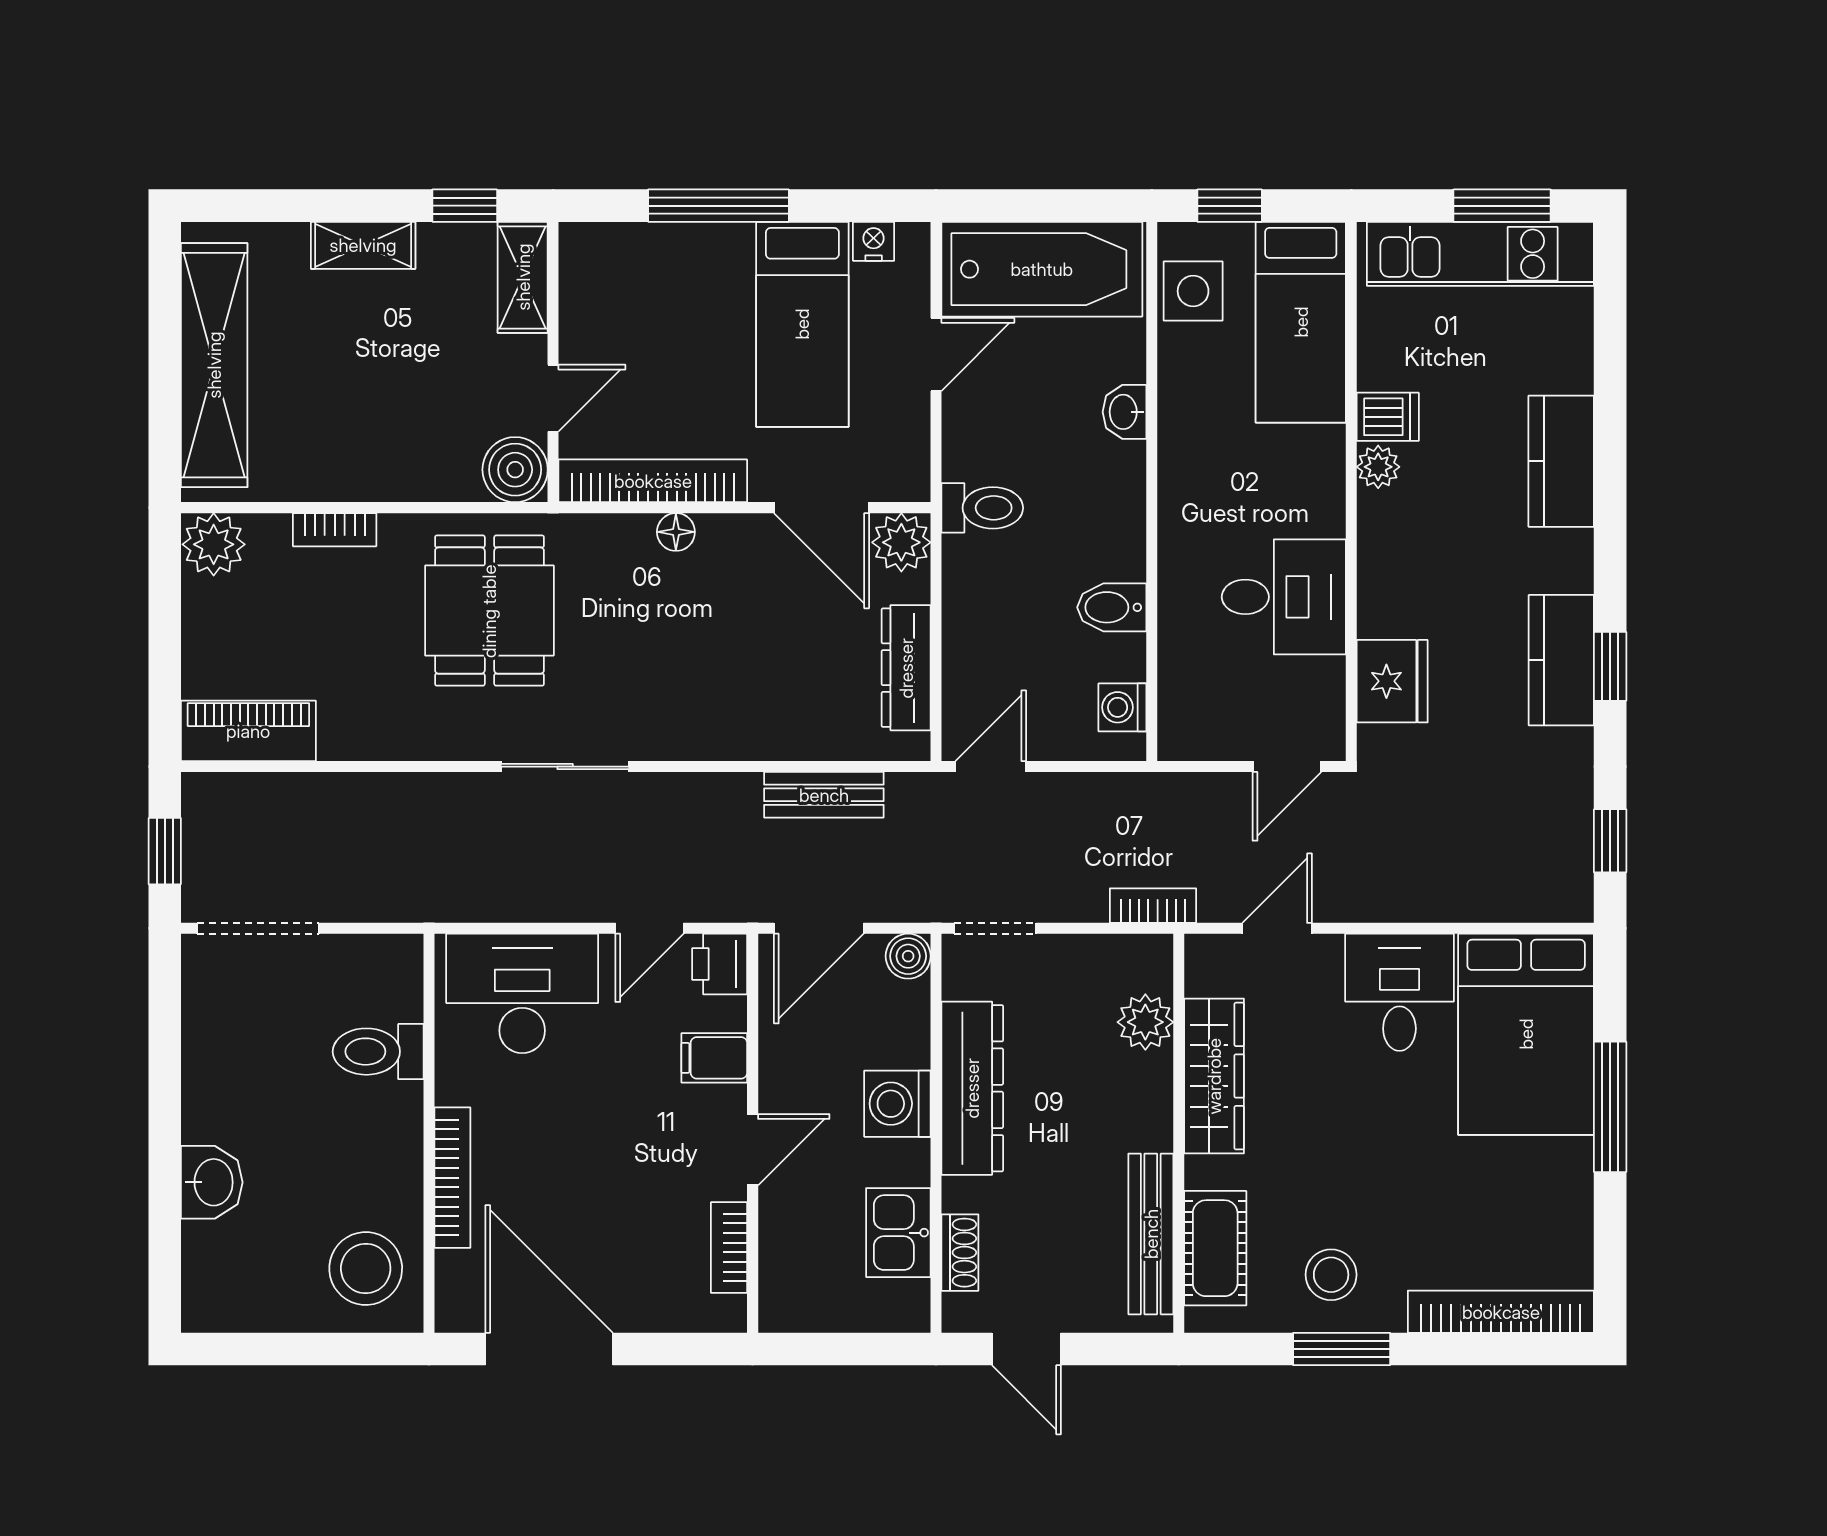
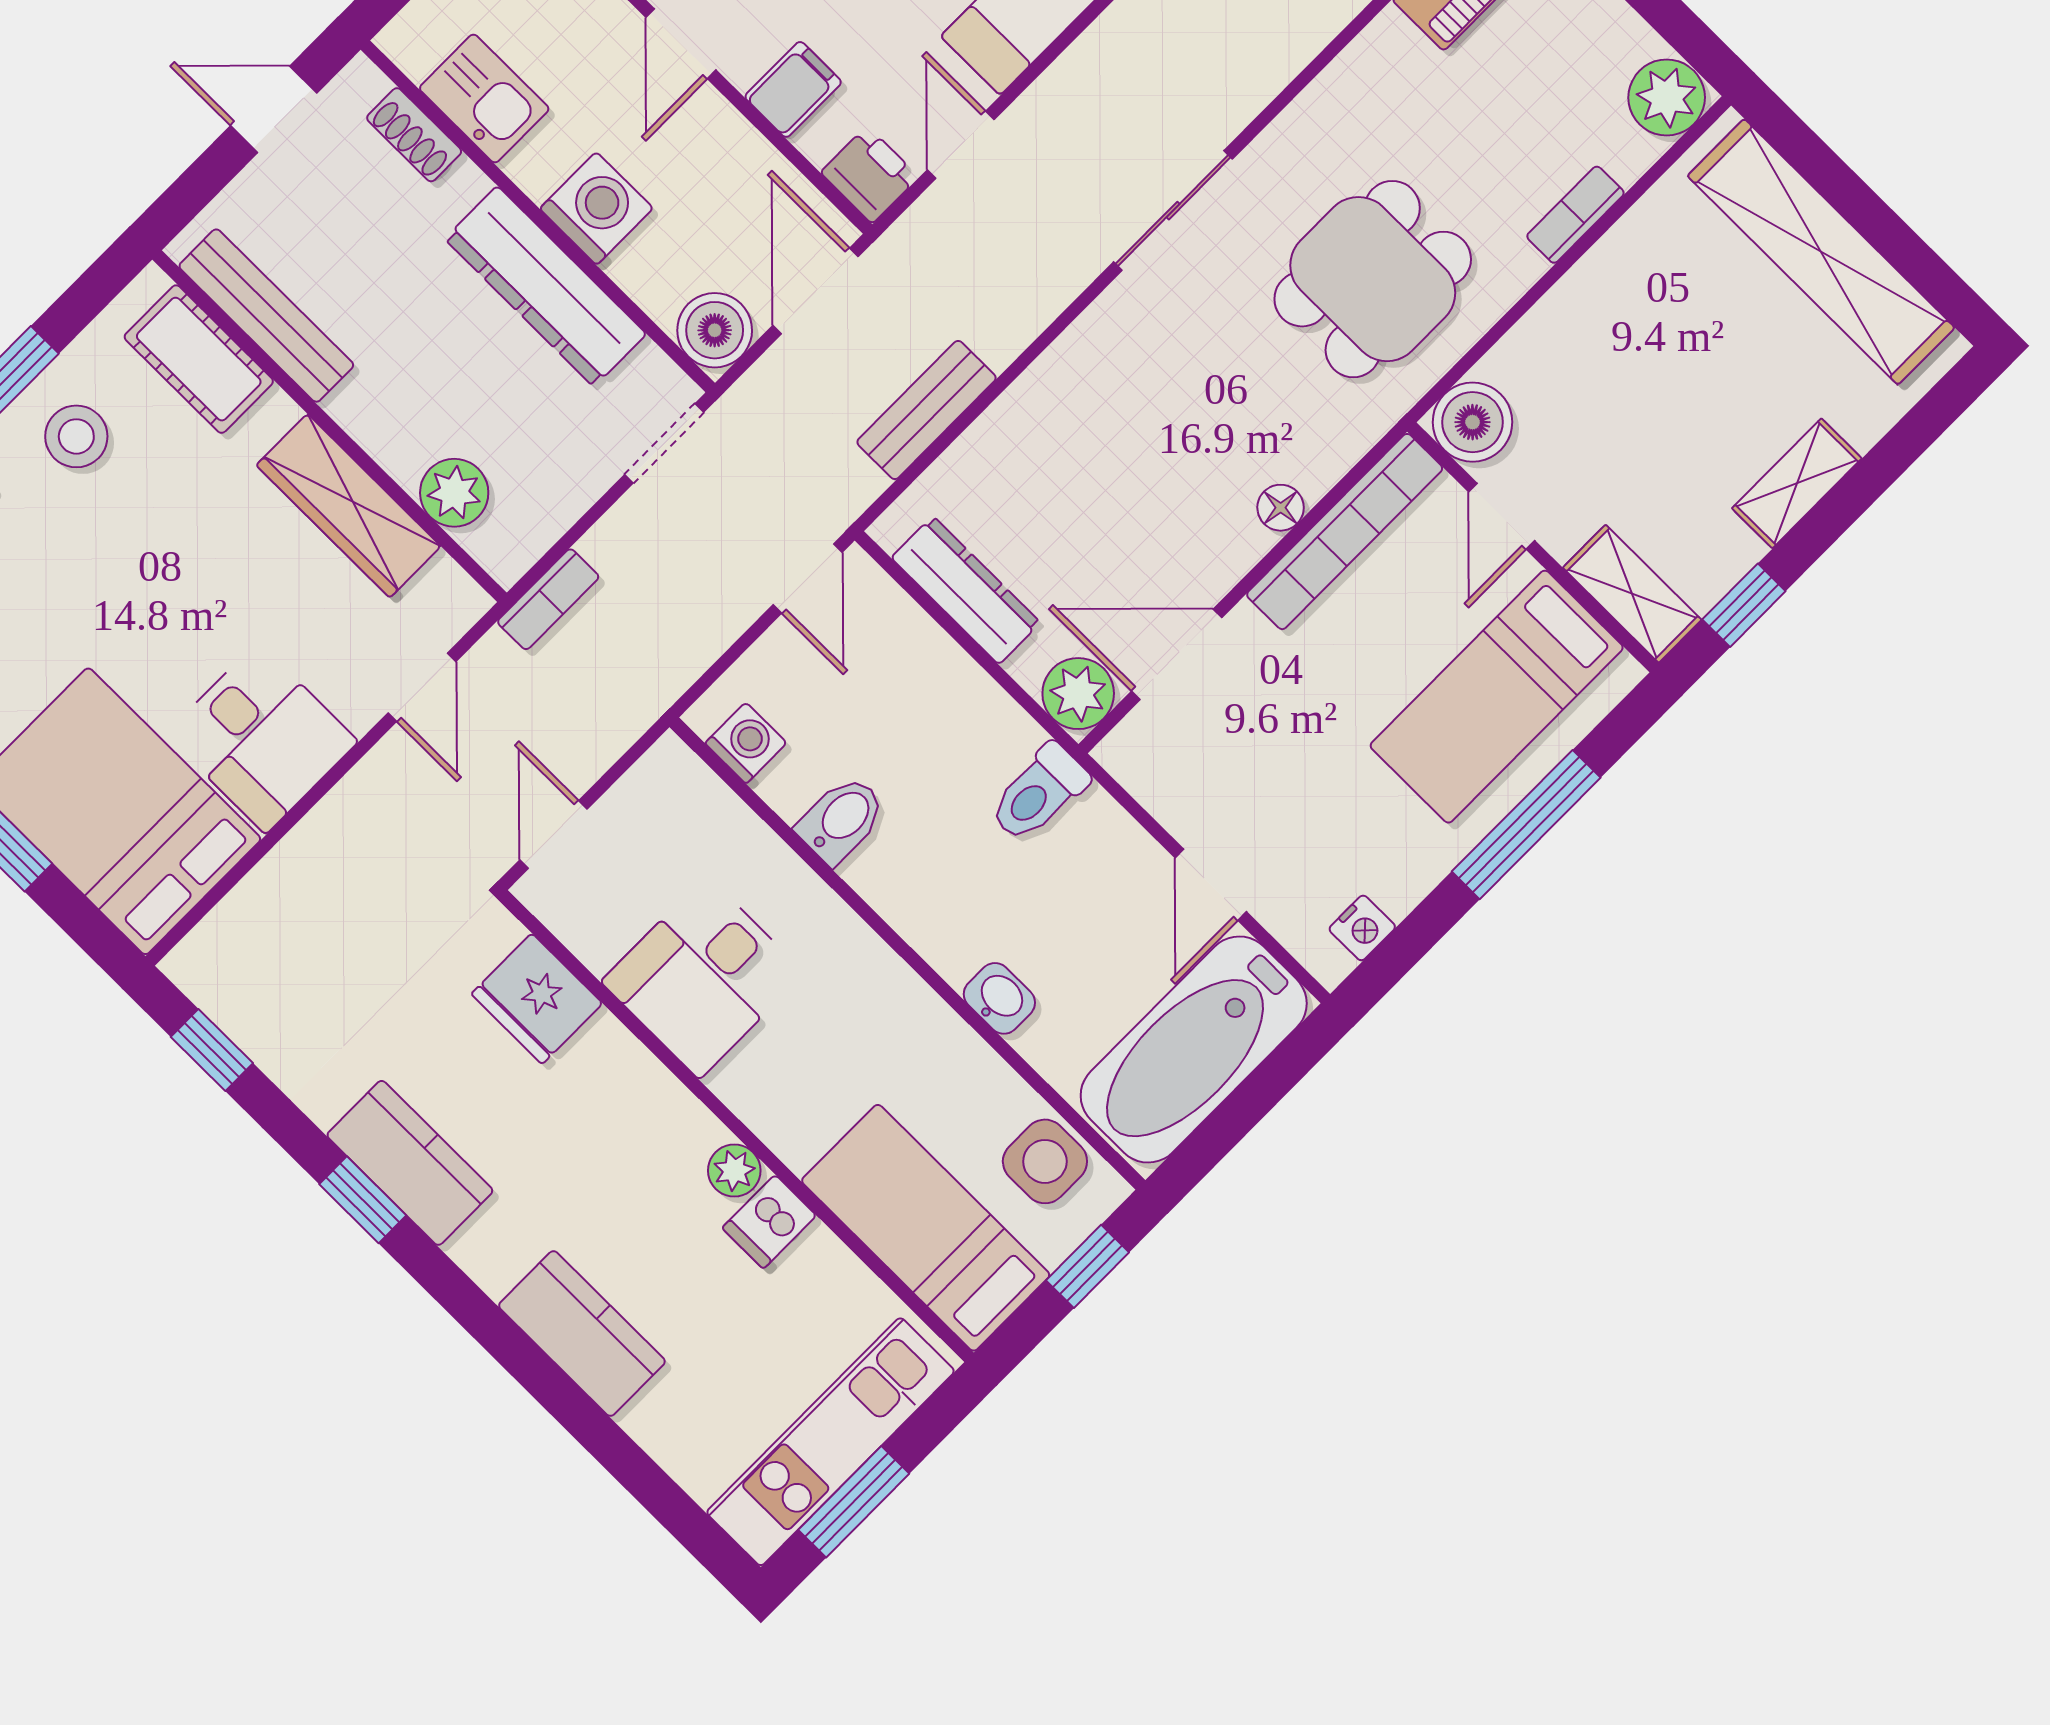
bed: (802, 324) -> (1497, 697), moved, turned -90
dining table: (489, 611) -> (1373, 279), turned 90
boiler: (908, 956) -> (715, 330), width x1.36, depth x1.36

